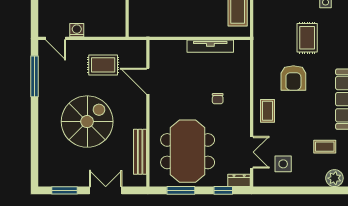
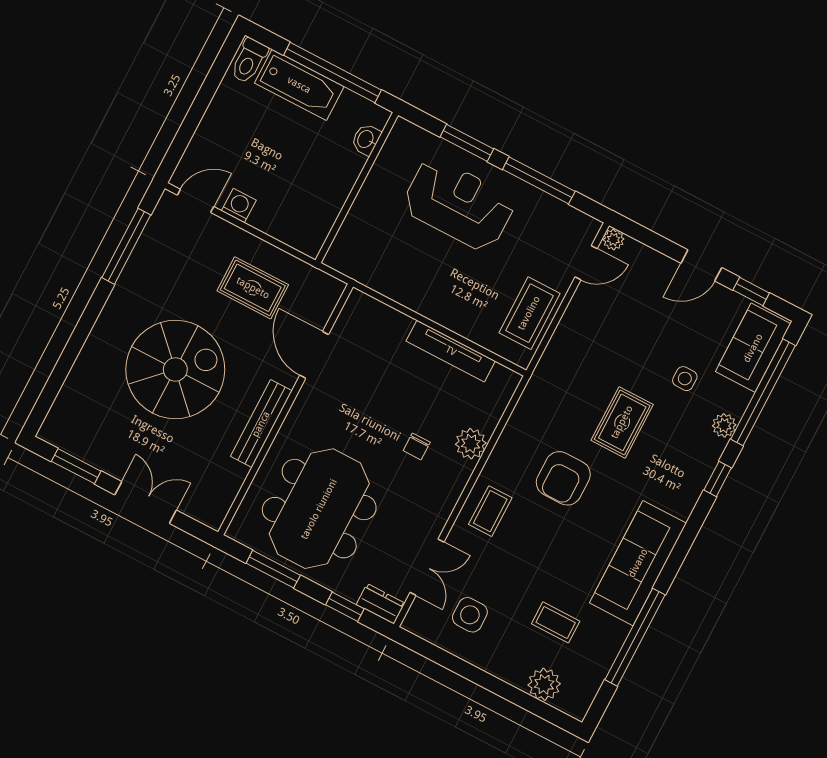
door: (56, 38) -> (196, 201), swing flipped
plant: (242, 84) -> (471, 444), added
bench: (140, 152) -> (261, 424), moved

